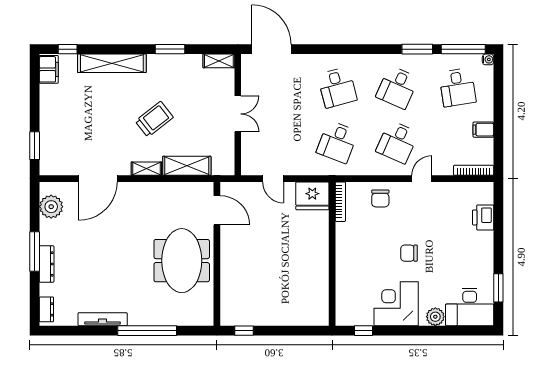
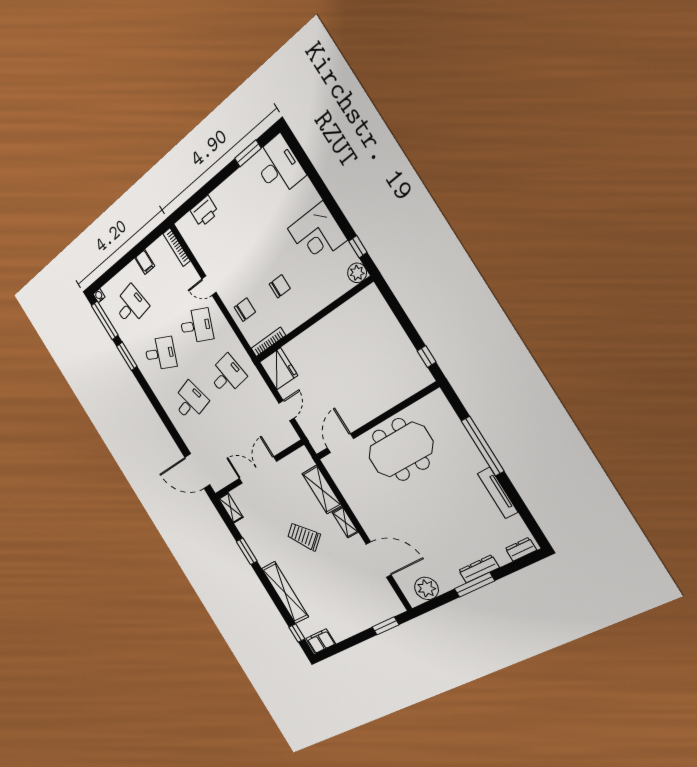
door: (271, 49) -> (197, 471), hinge flipped
double door: (238, 114) -> (258, 470), width x1.37
desk: (337, 142) -> (227, 375), turned -30
chair: (409, 253) -> (280, 286), moved, turned -90
plant: (435, 317) -> (357, 273), moved

